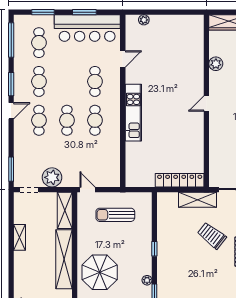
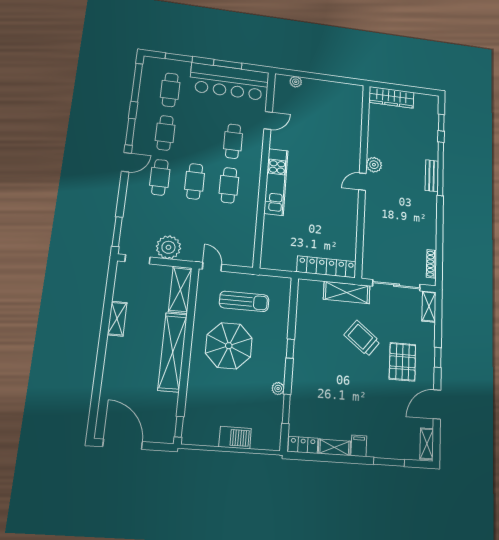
plant: (216, 64) -> (374, 165), moved
sun lounger: (115, 215) -> (244, 301), turned 180
parasol: (100, 272) -> (229, 346), moved

